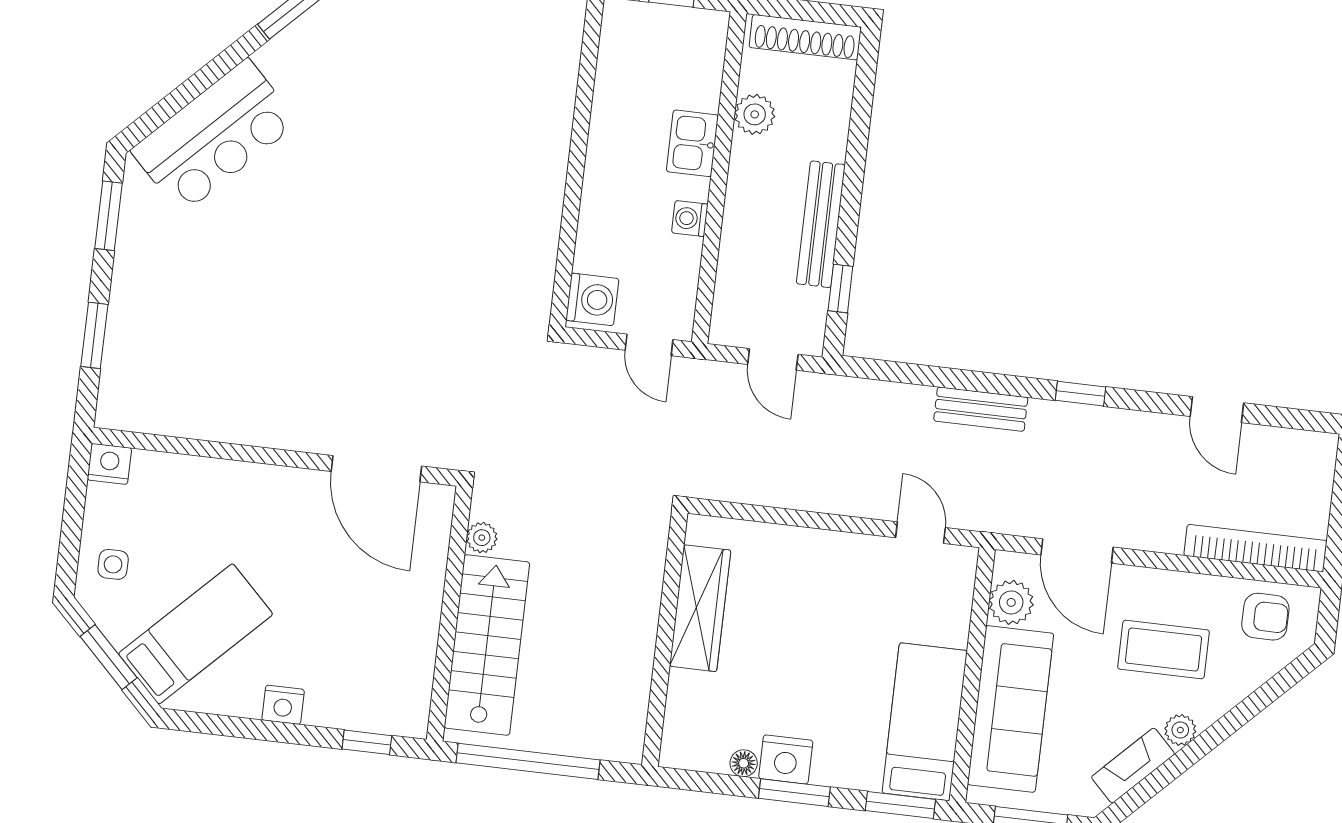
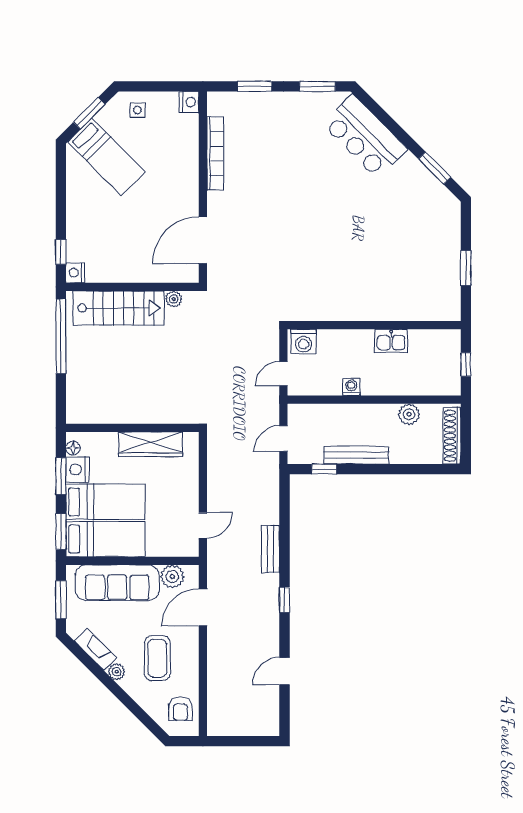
kitchen sink: (692, 143) -> (391, 341), moved, turned 180
bookcase: (1255, 548) -> (215, 153), moved
wardrobe: (700, 608) -> (150, 444), moved
wall: (665, 639) -> (132, 428), moved
nightstand: (283, 705) -> (75, 273), moved
bed: (854, 713) -> (105, 502), added

